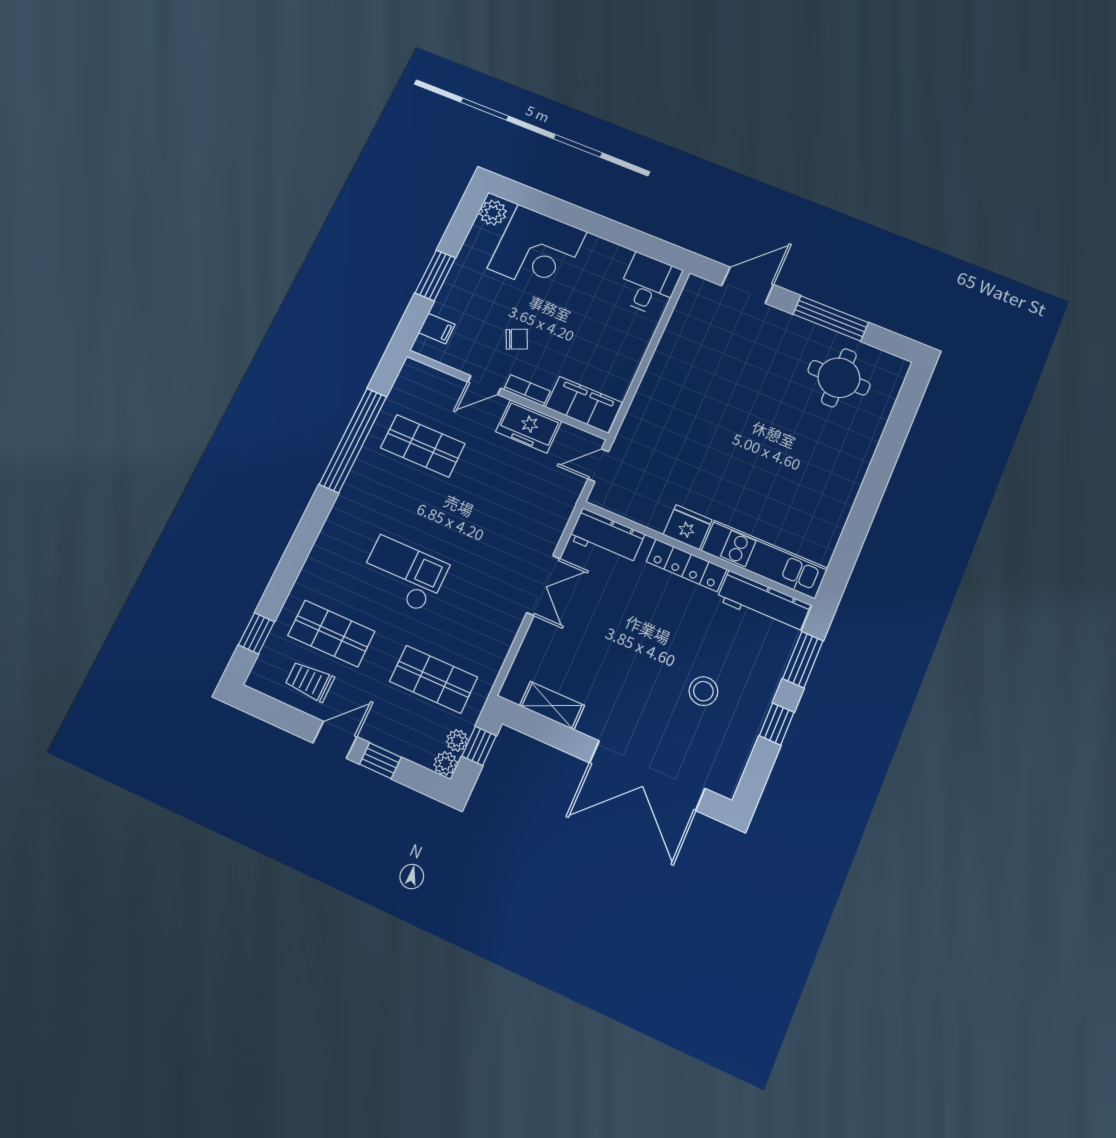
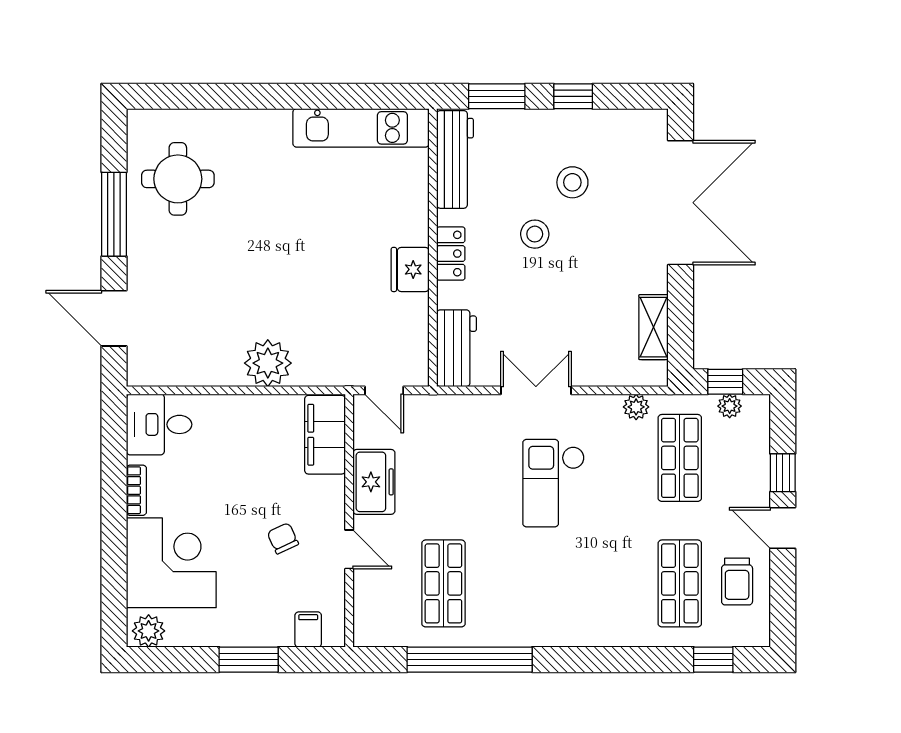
plant: (661, 385) -> (268, 363), added
bookcase: (527, 391) -> (136, 490), moved, turned 180
kitchen unit: (764, 560) -> (361, 128), moved, turned -90
locker: (687, 565) -> (451, 254), width x0.66
checkout: (403, 574) -> (554, 483), moved
stool: (673, 641) -> (535, 234), added
plant: (445, 763) -> (636, 407), moved

